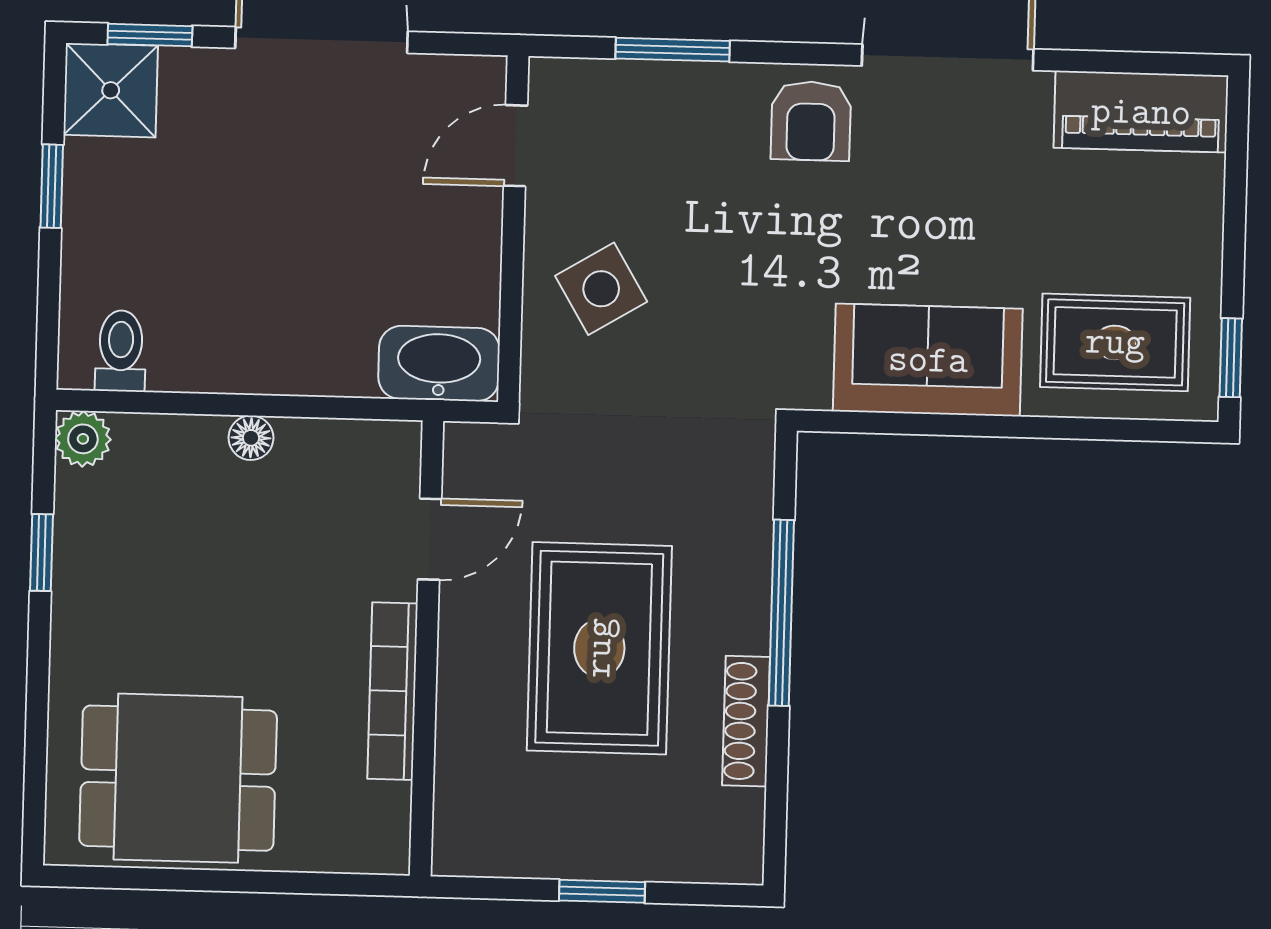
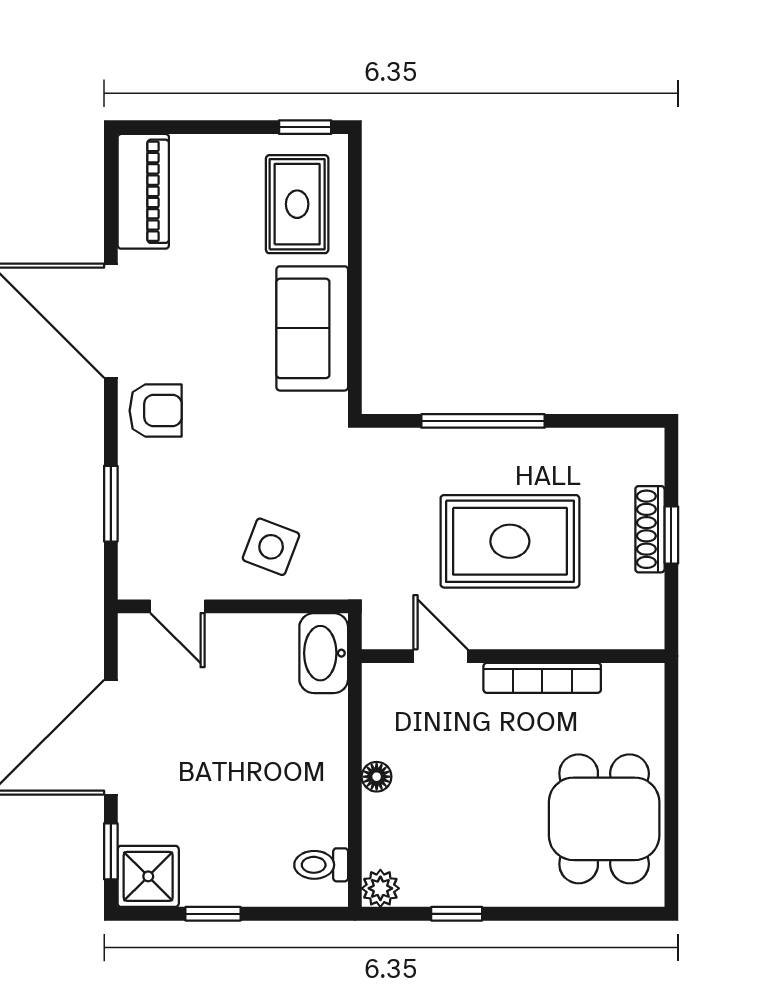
side table: (601, 289) -> (271, 547), turned -38
shoe rack: (746, 721) -> (650, 529), moved, turned 90

